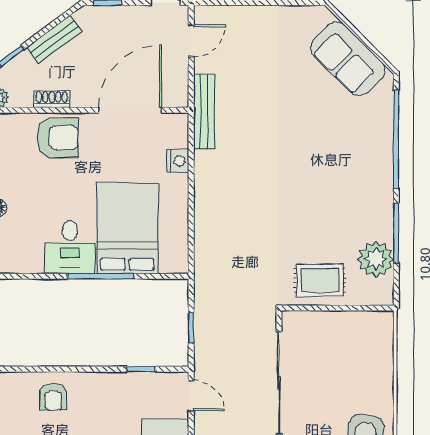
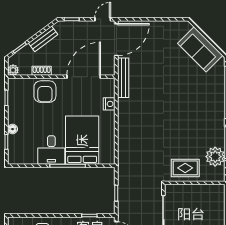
door: (191, 41) -> (116, 40), width x1.88
armchair: (58, 138) -> (45, 92), turned 90

